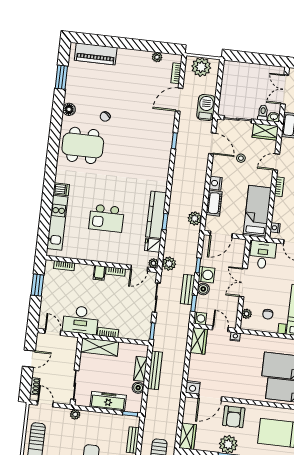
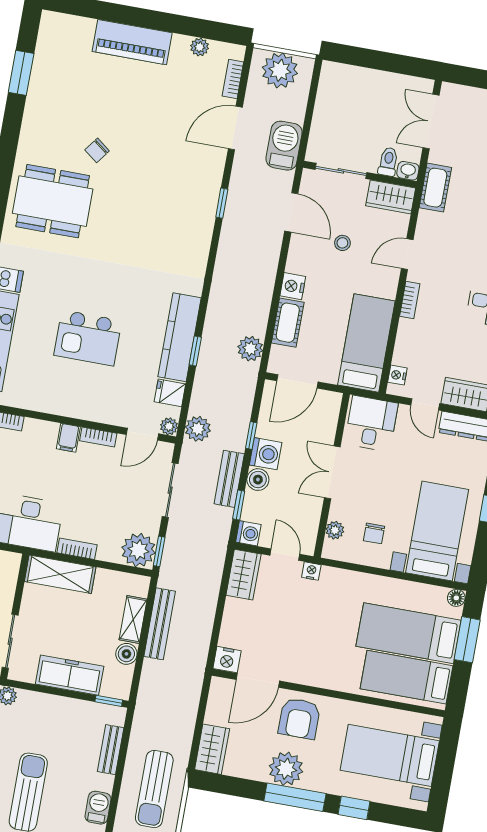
piano: (96, 54) -> (132, 42), moved
floor lamp: (69, 109) -> (31, 133), removed
plant: (141, 331) -> (138, 550), added

